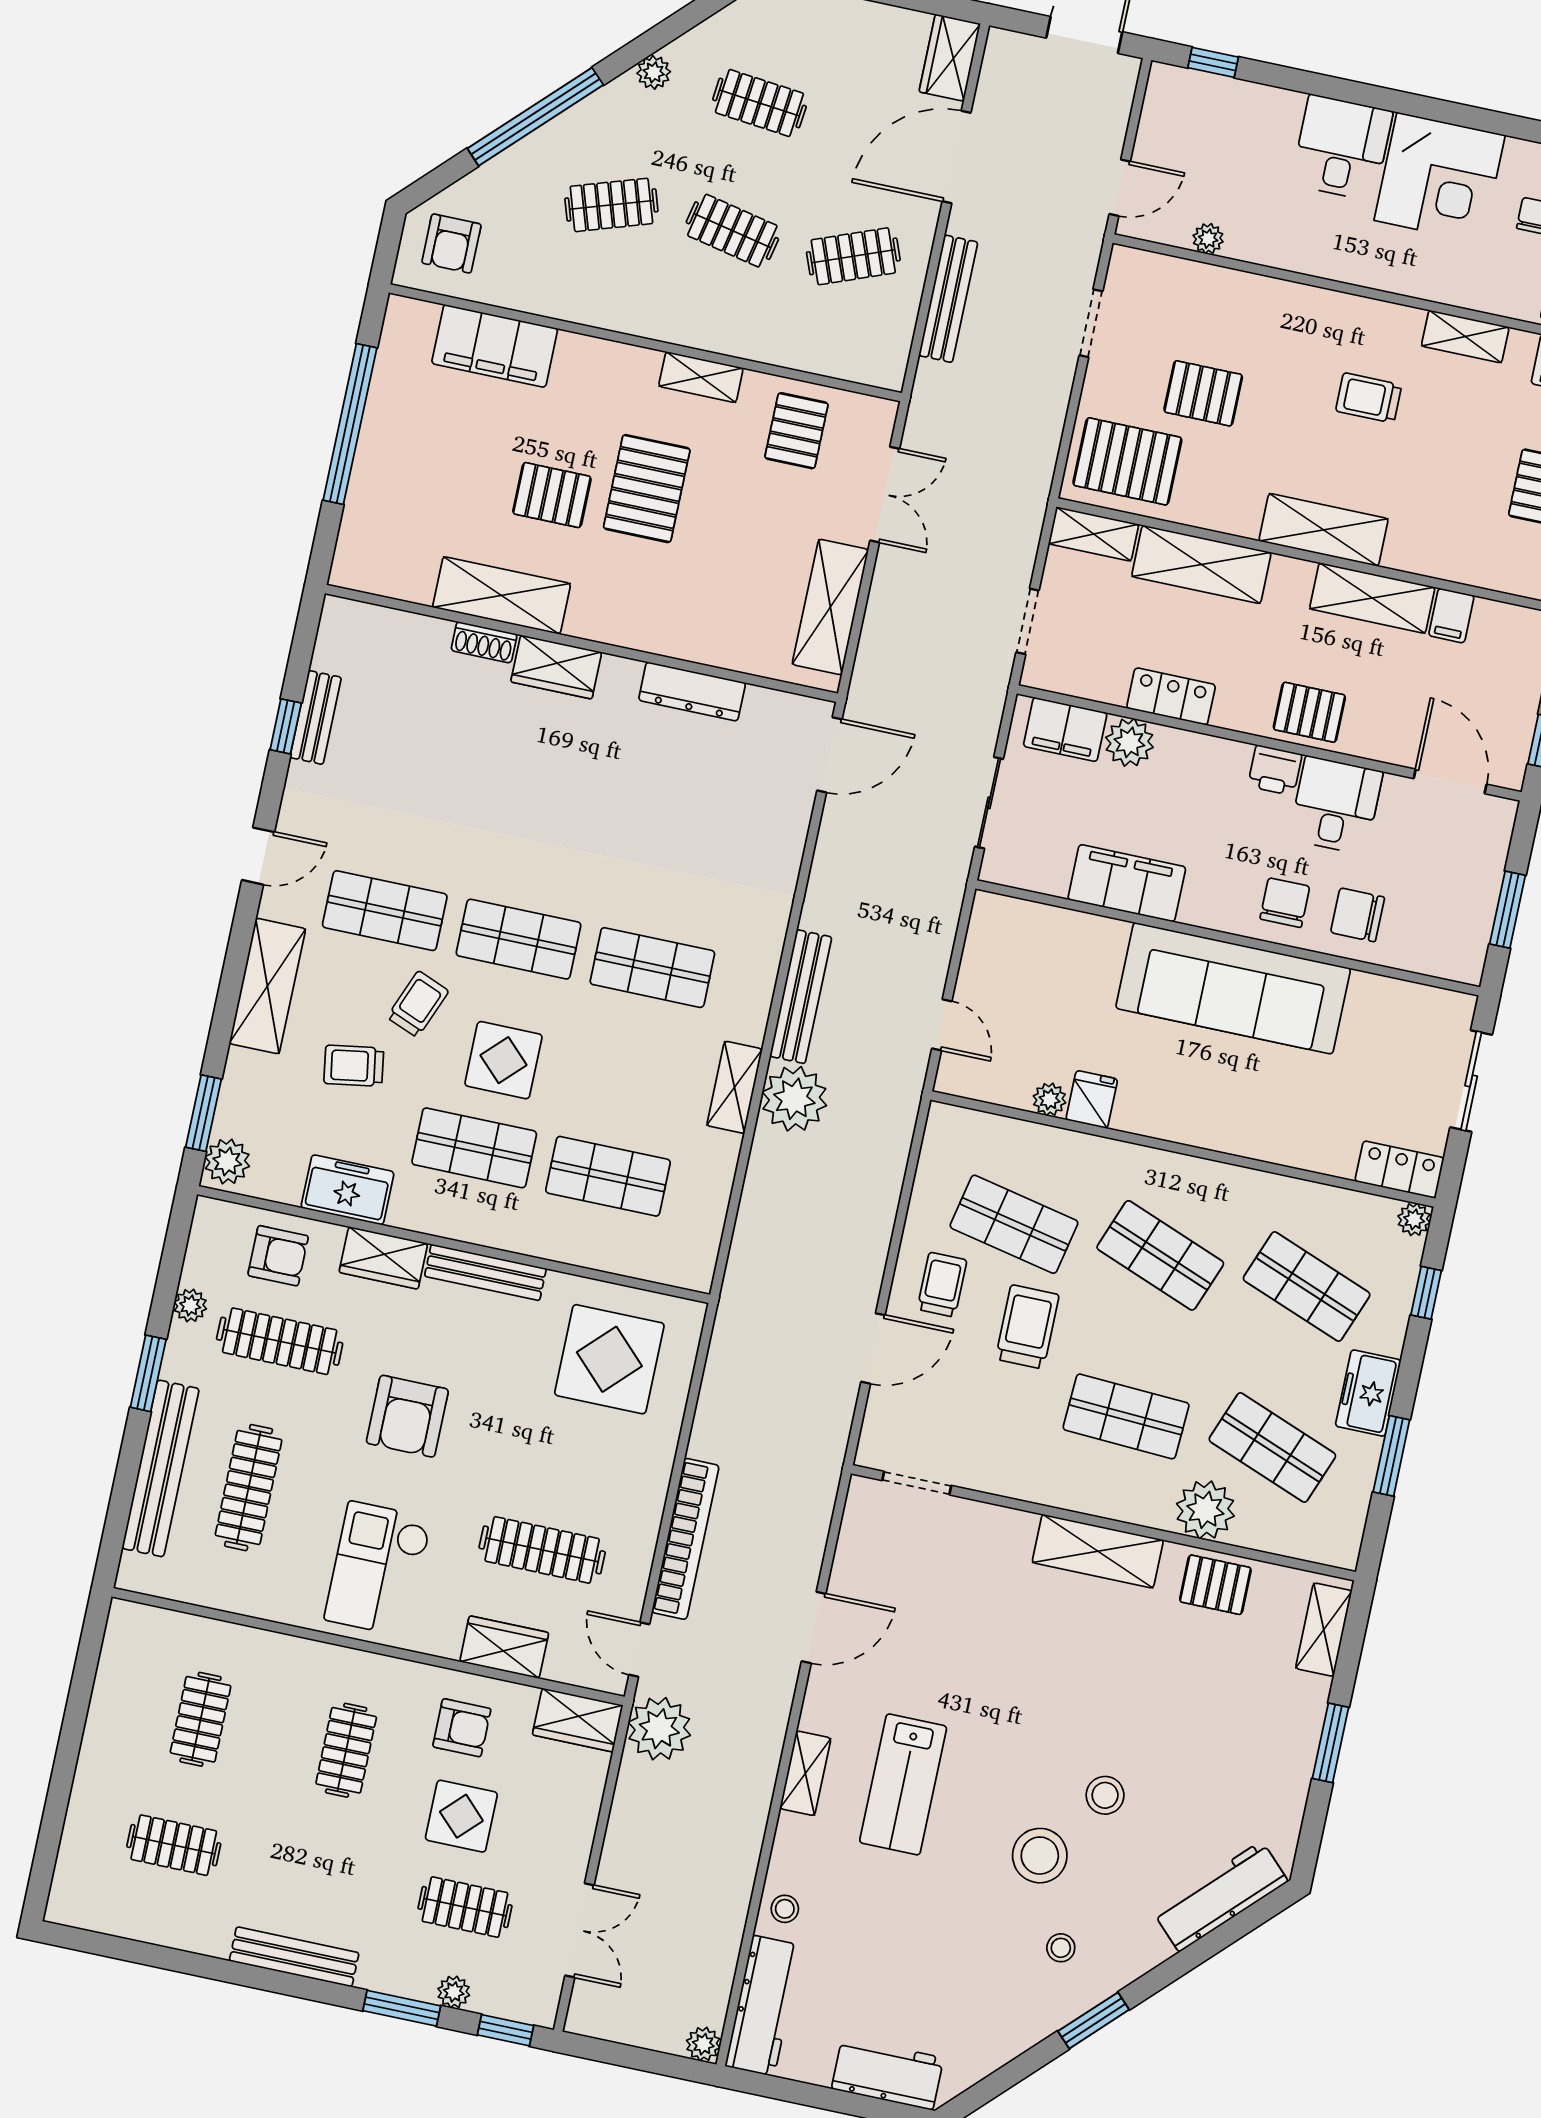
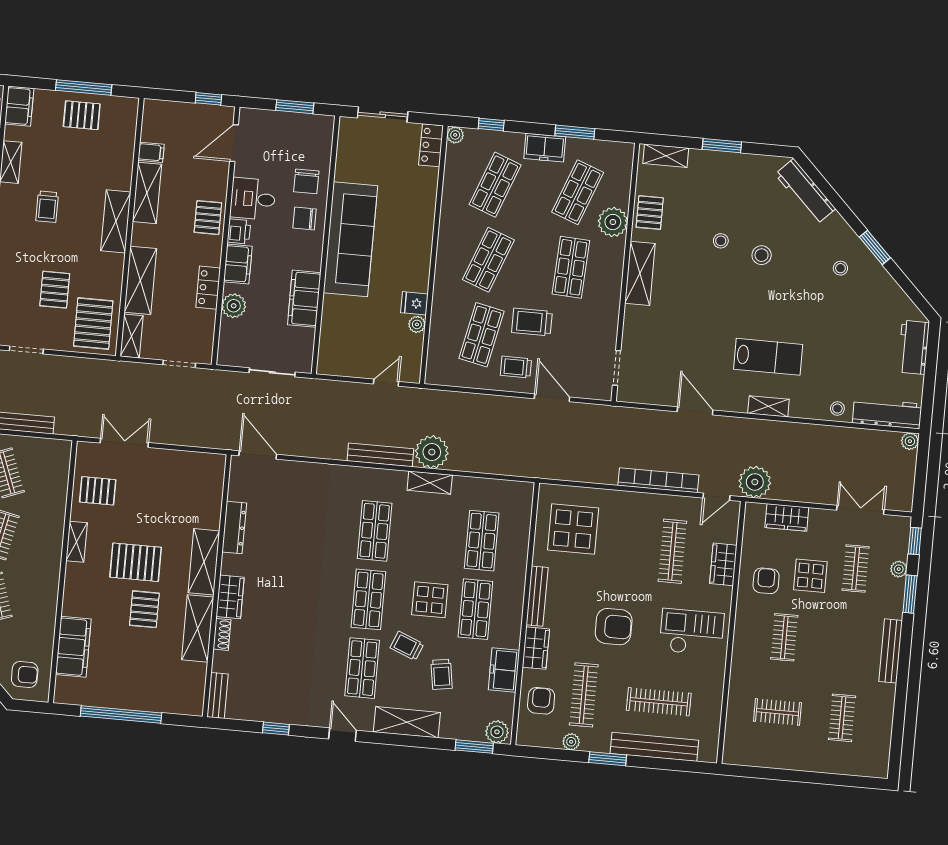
shelving: (830, 607) -> (204, 562), moved, turned 90
bench: (316, 717) -> (218, 695), moved, turned 90
filing cabinet: (1065, 729) -> (238, 264), moved
checkout: (378, 1569) -> (692, 632), turned 180
wardrobe: (578, 1720) -> (787, 517), moved, turned 90
clothes rail: (346, 1750) -> (784, 637), turned 90
stool: (1040, 1856) -> (721, 241), moved, width x0.53, depth x0.53

